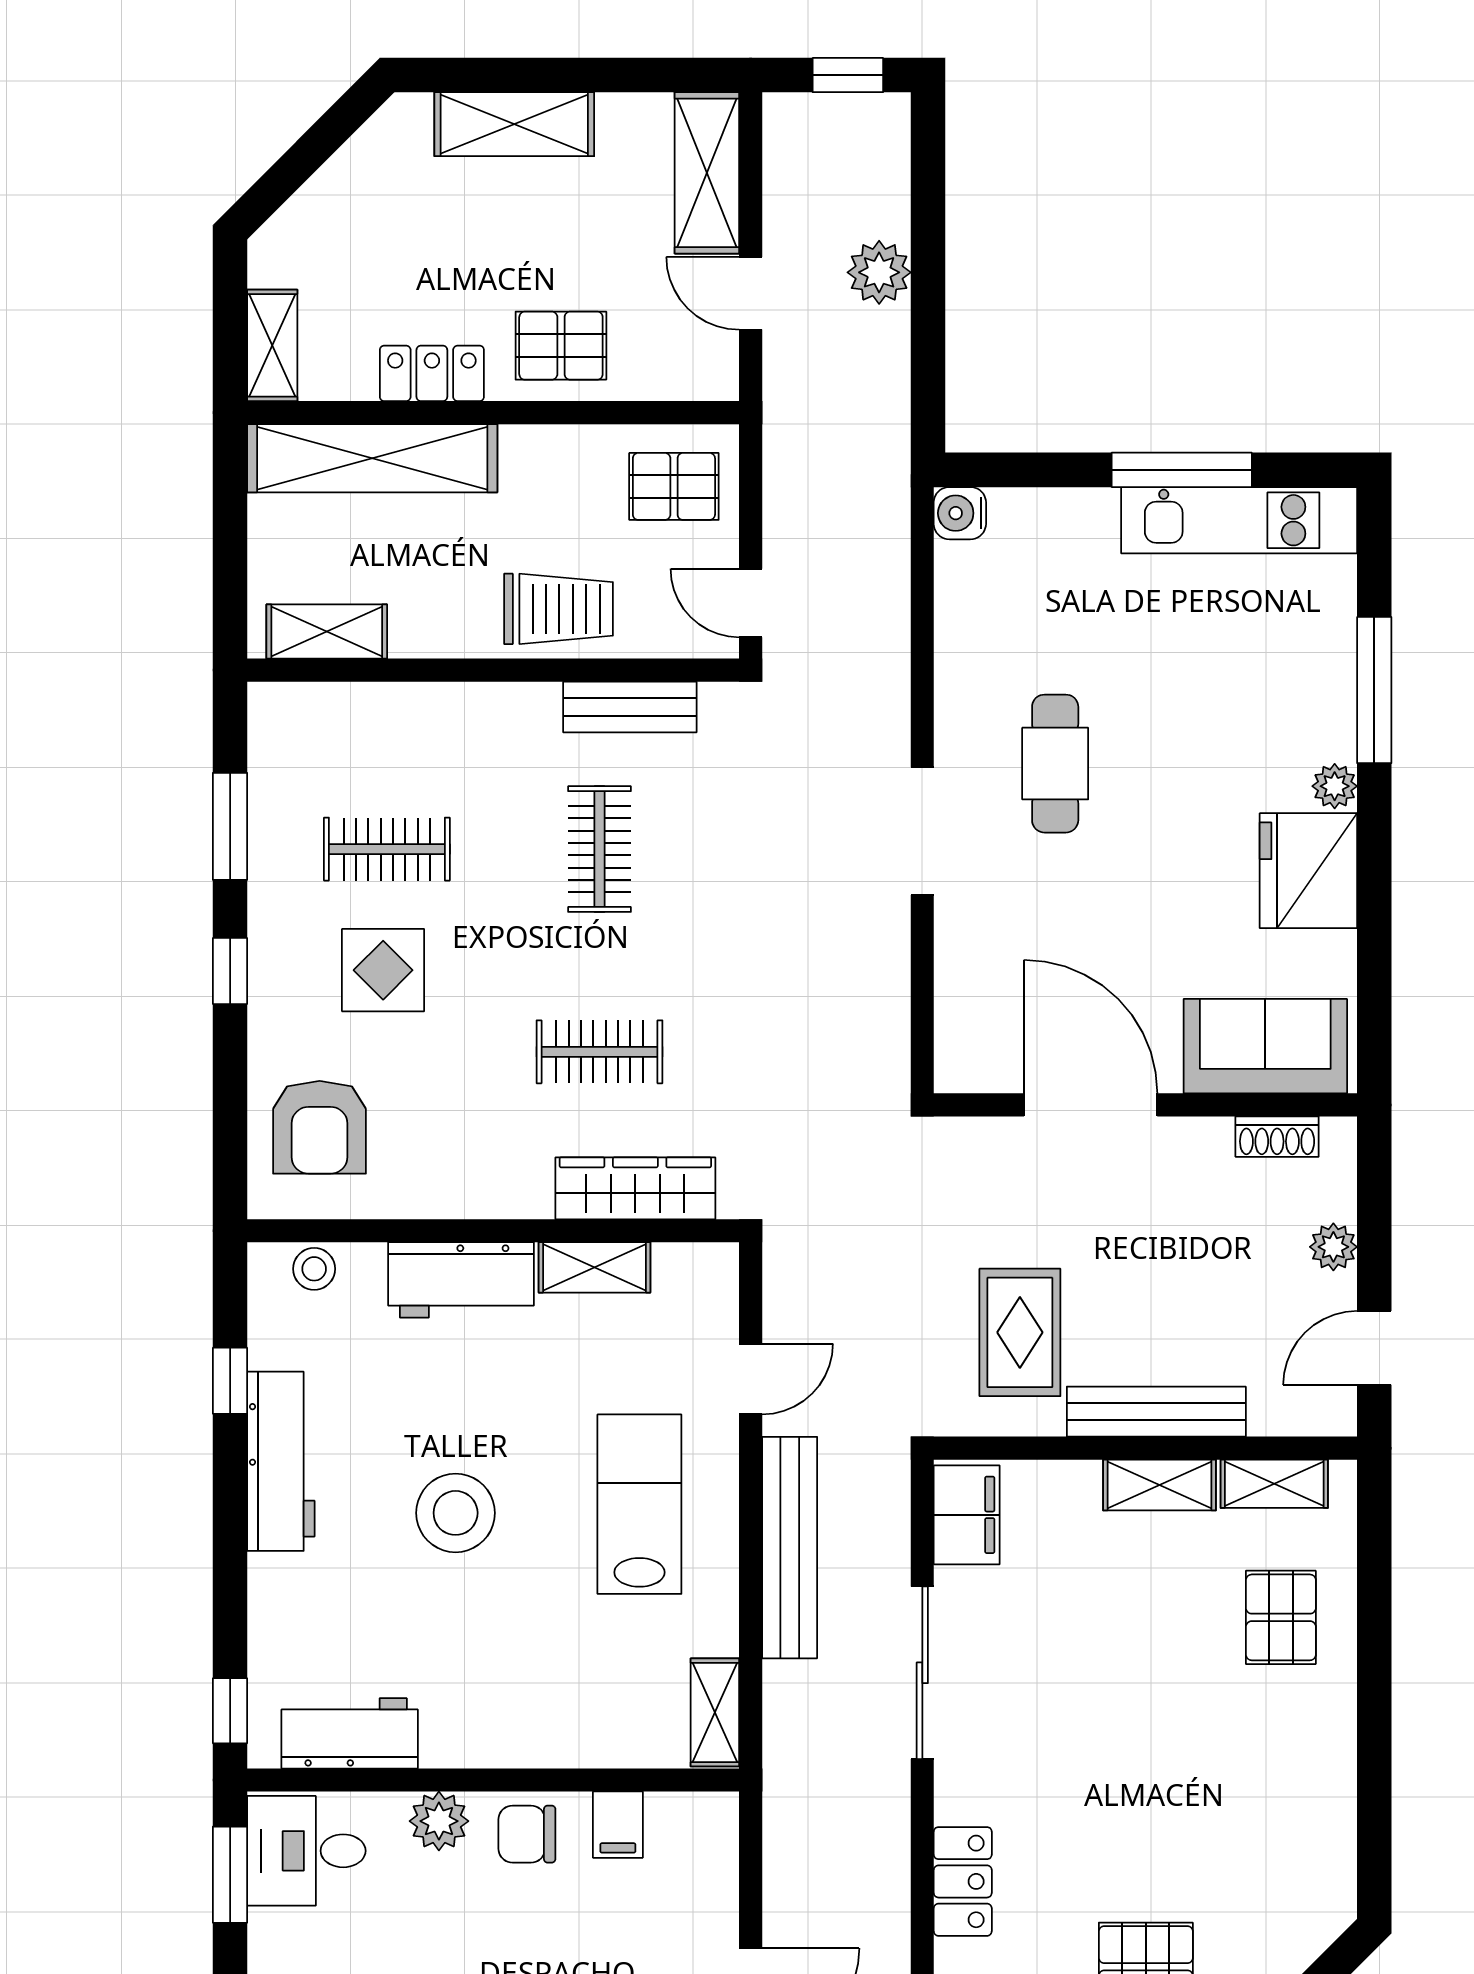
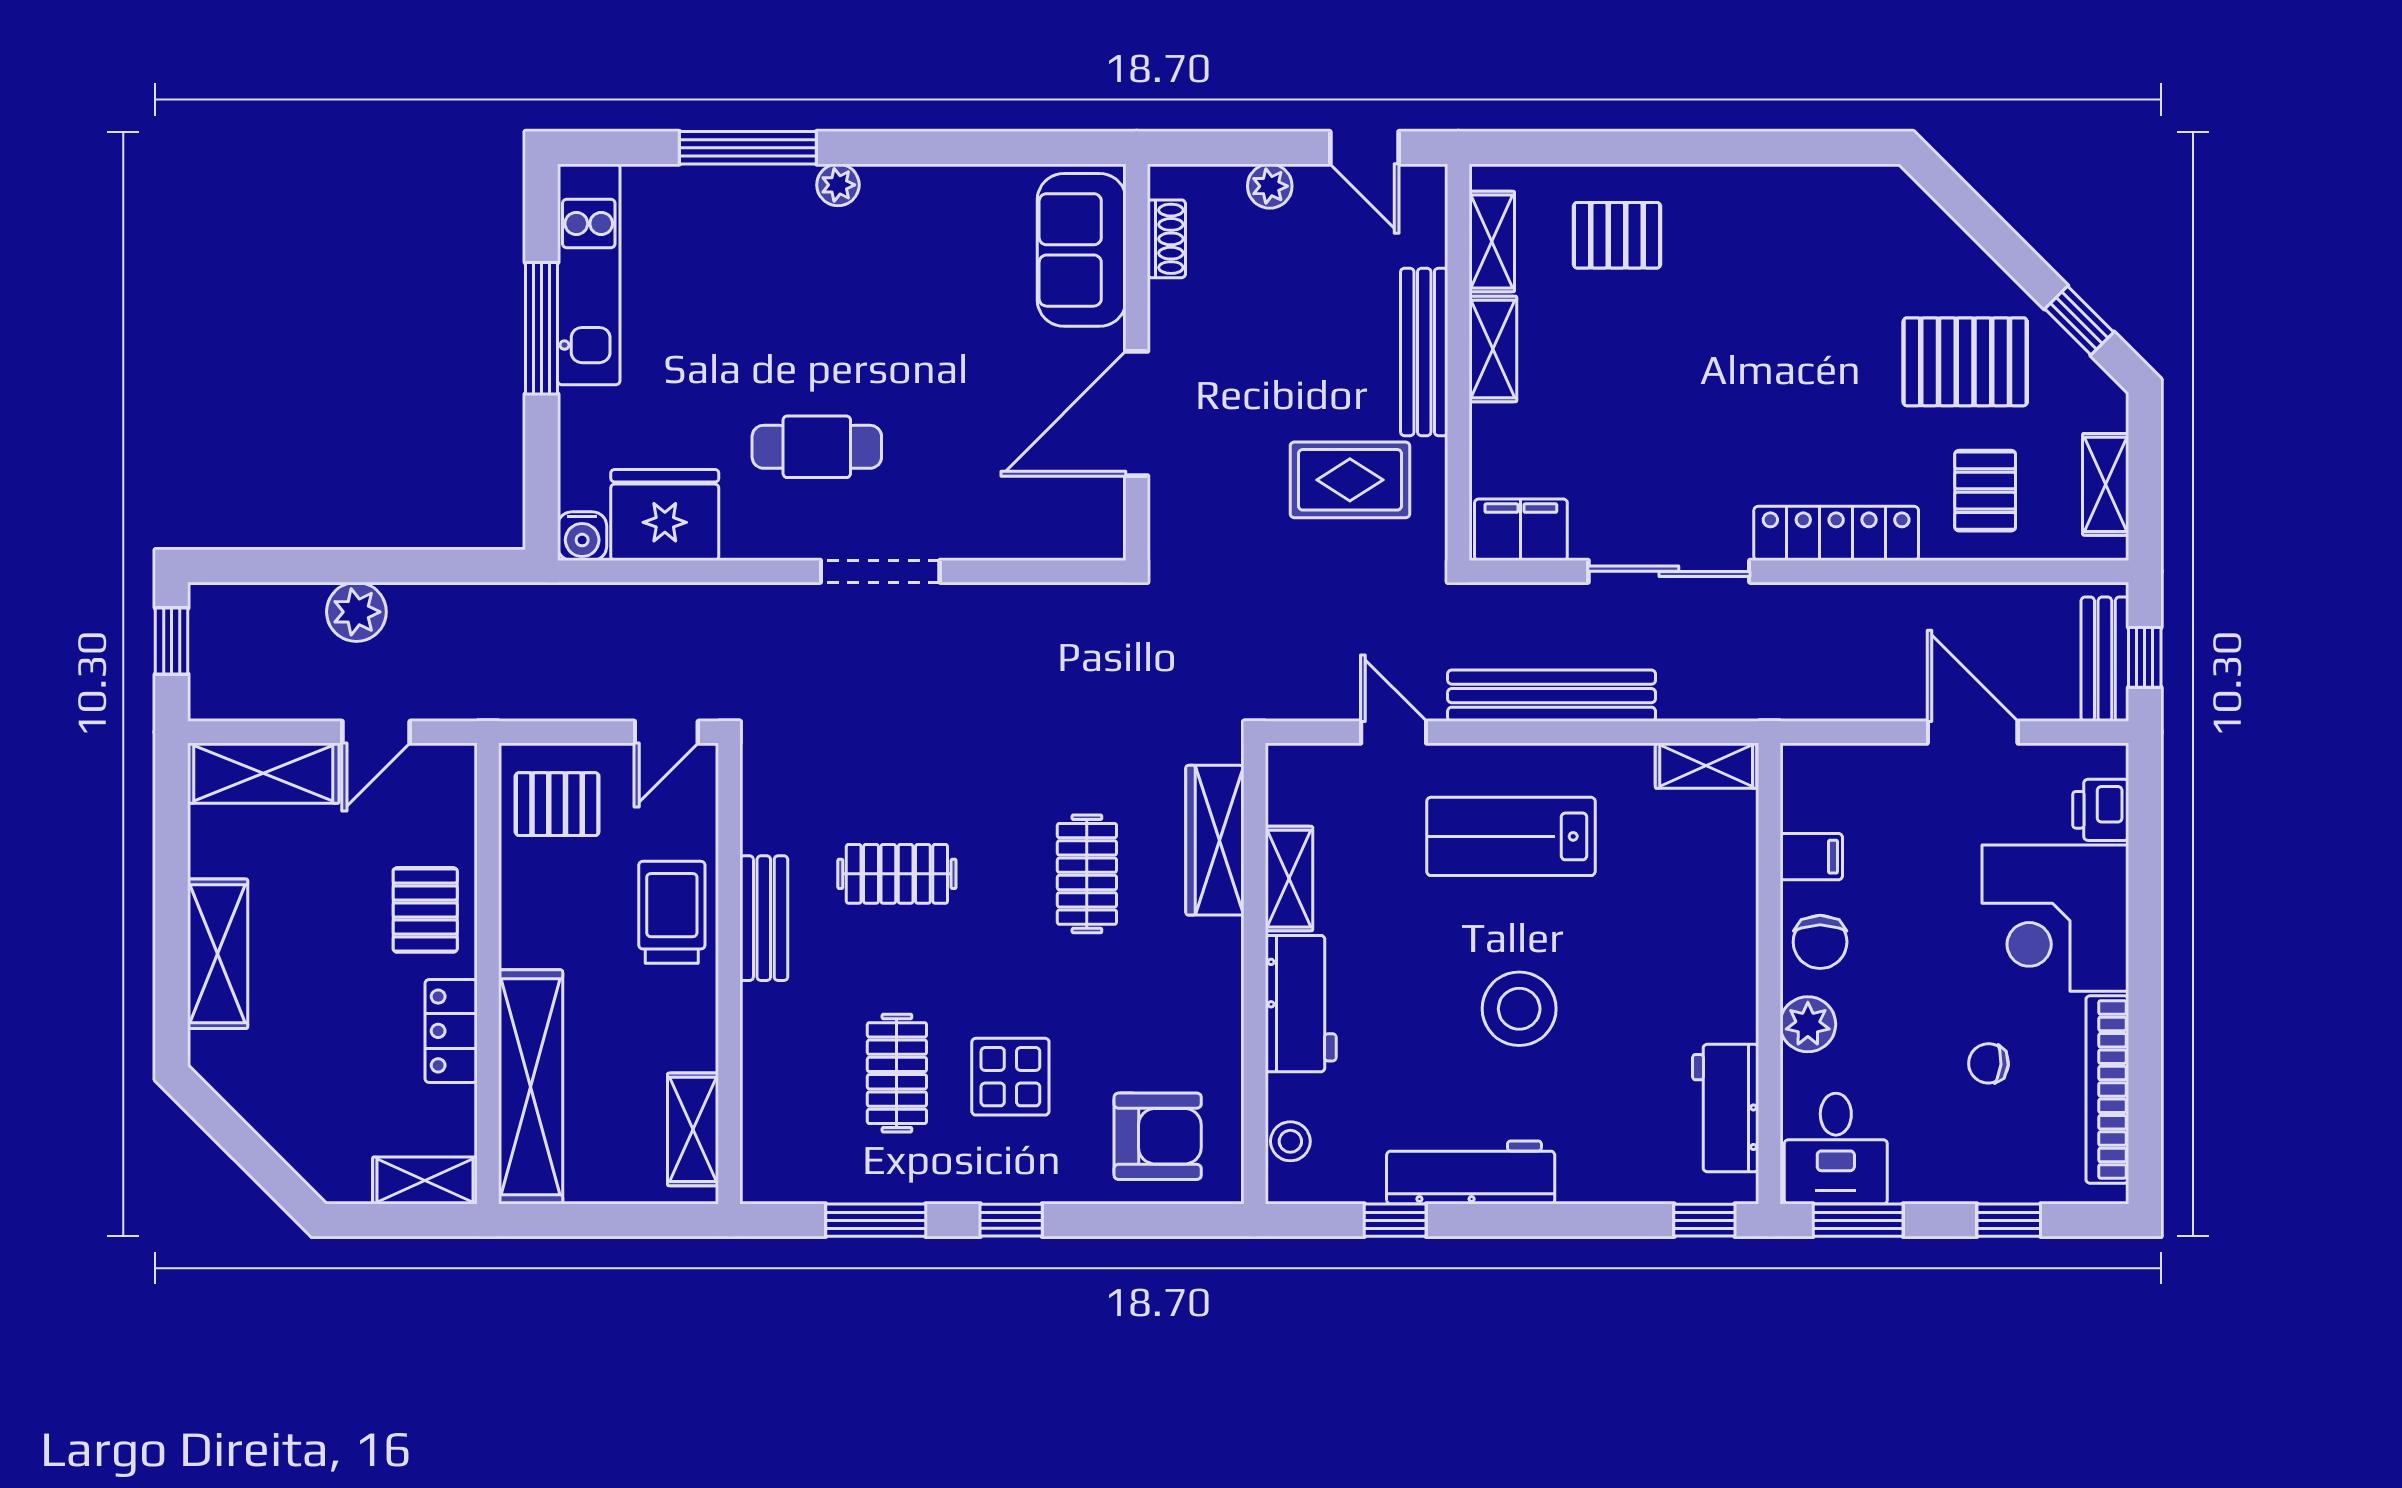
pallet: (674, 486) -> (557, 804), turned 90
bench: (630, 707) -> (764, 918), moved
fridge: (1308, 871) -> (665, 515), moved, turned 180
locker: (963, 1881) -> (1836, 533), width x1.53

